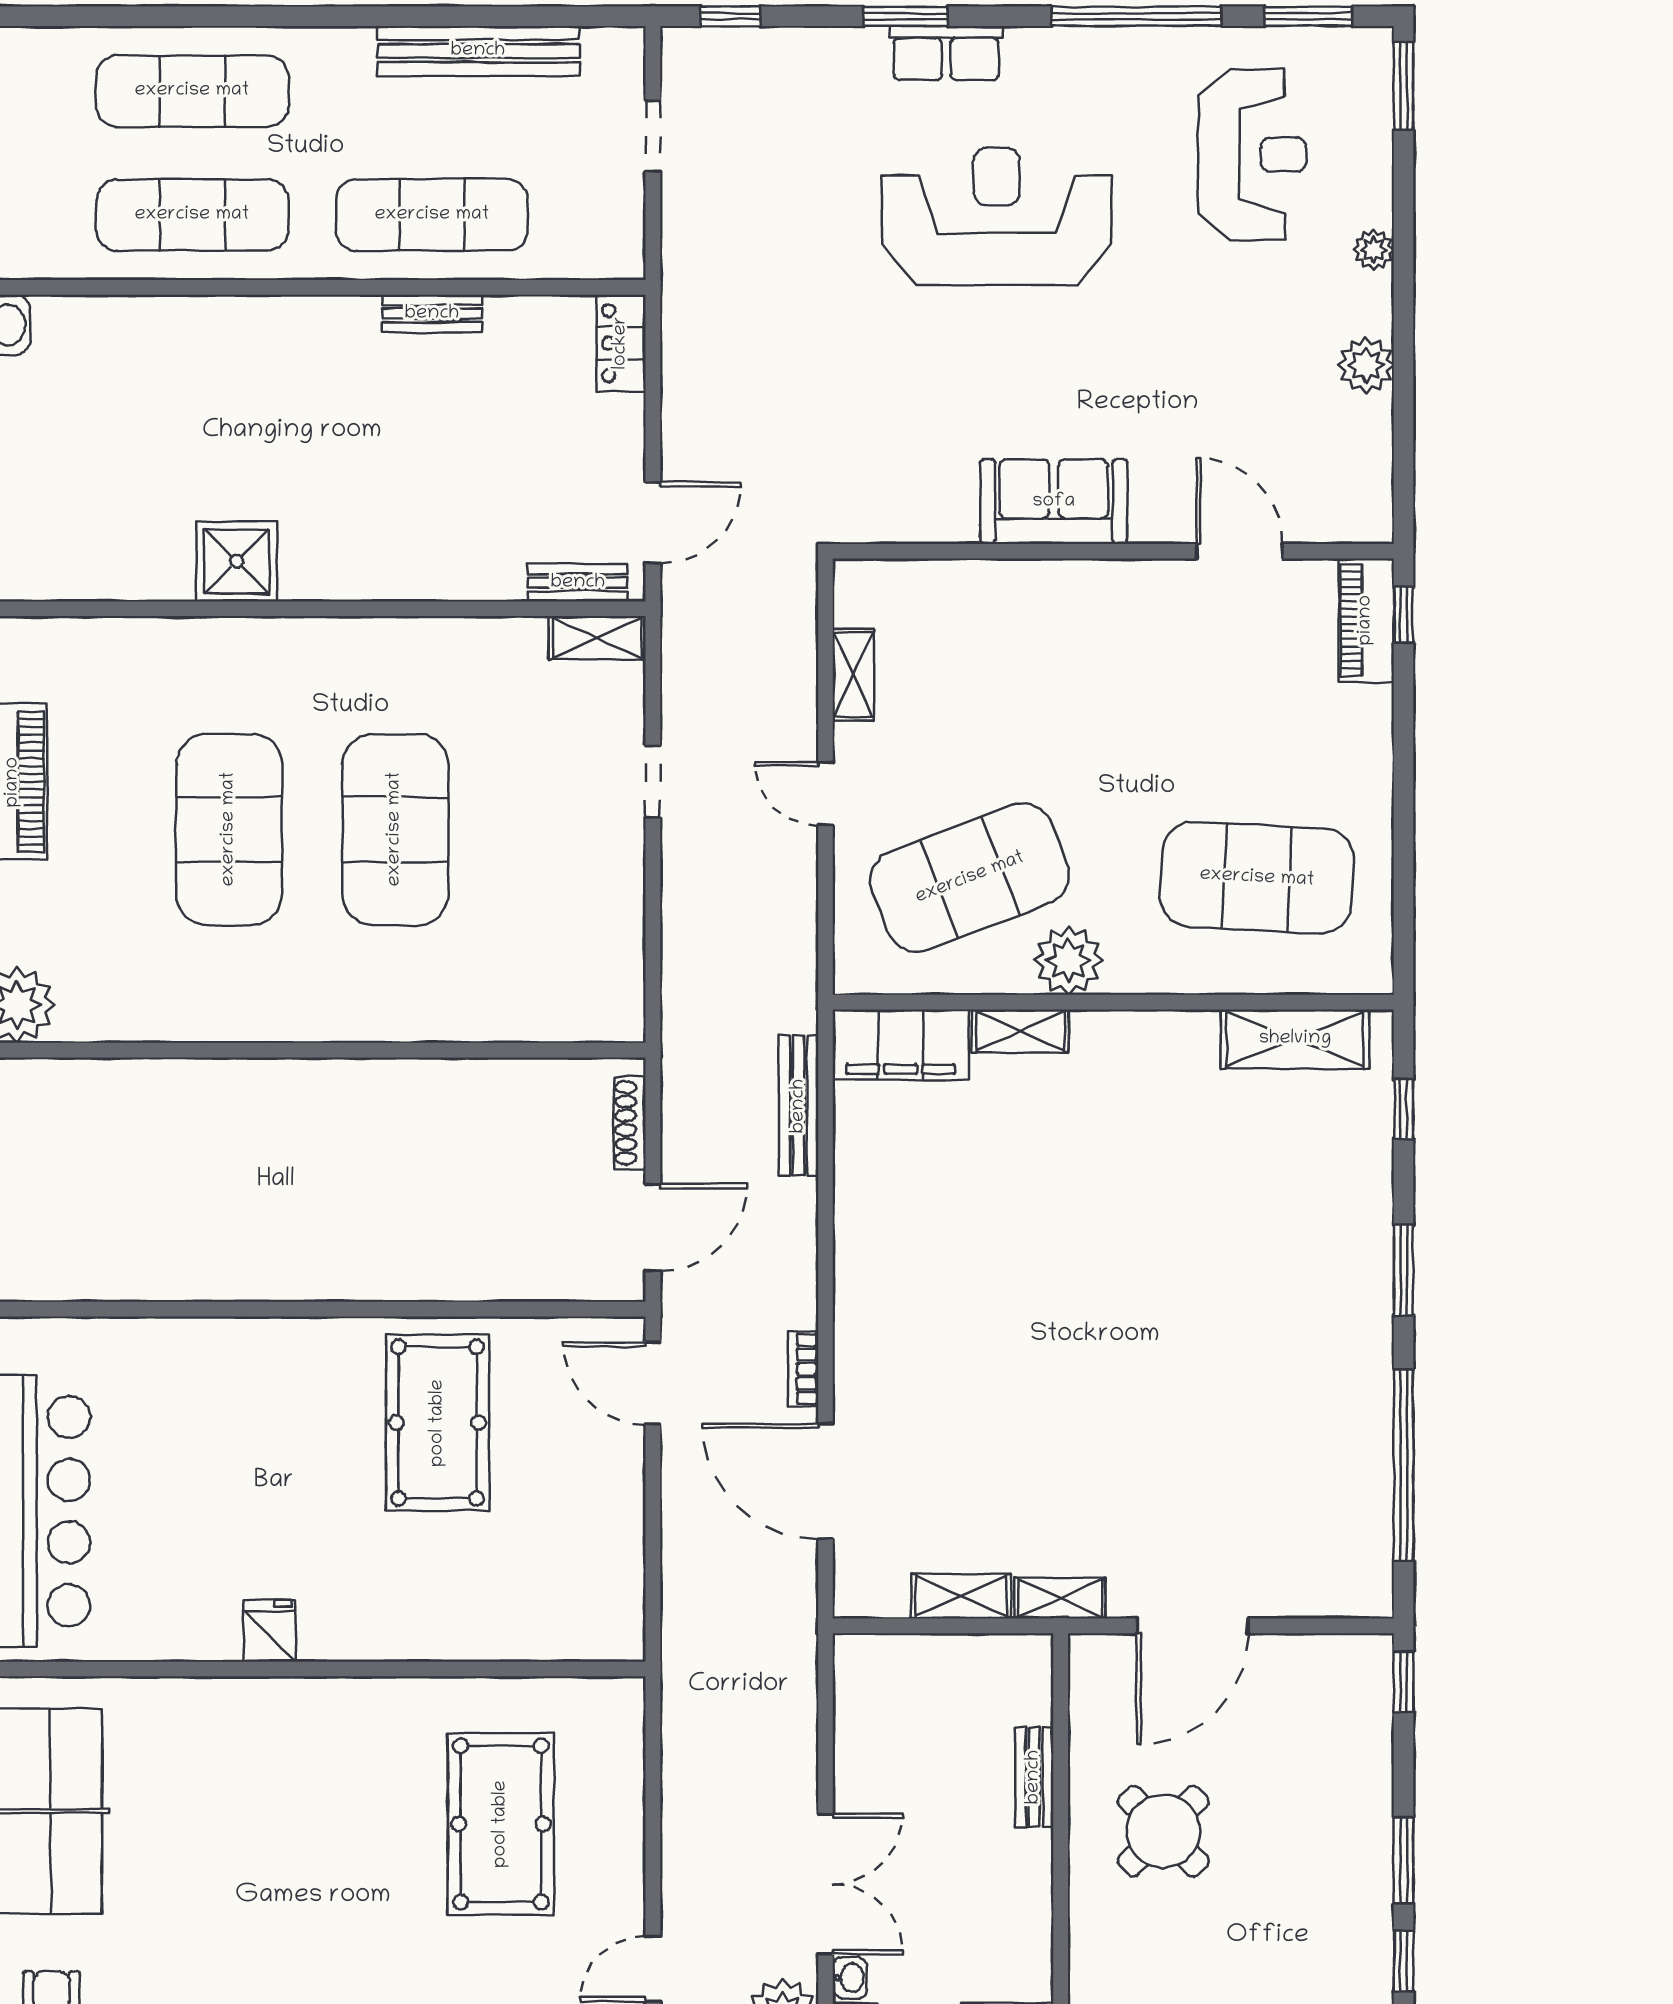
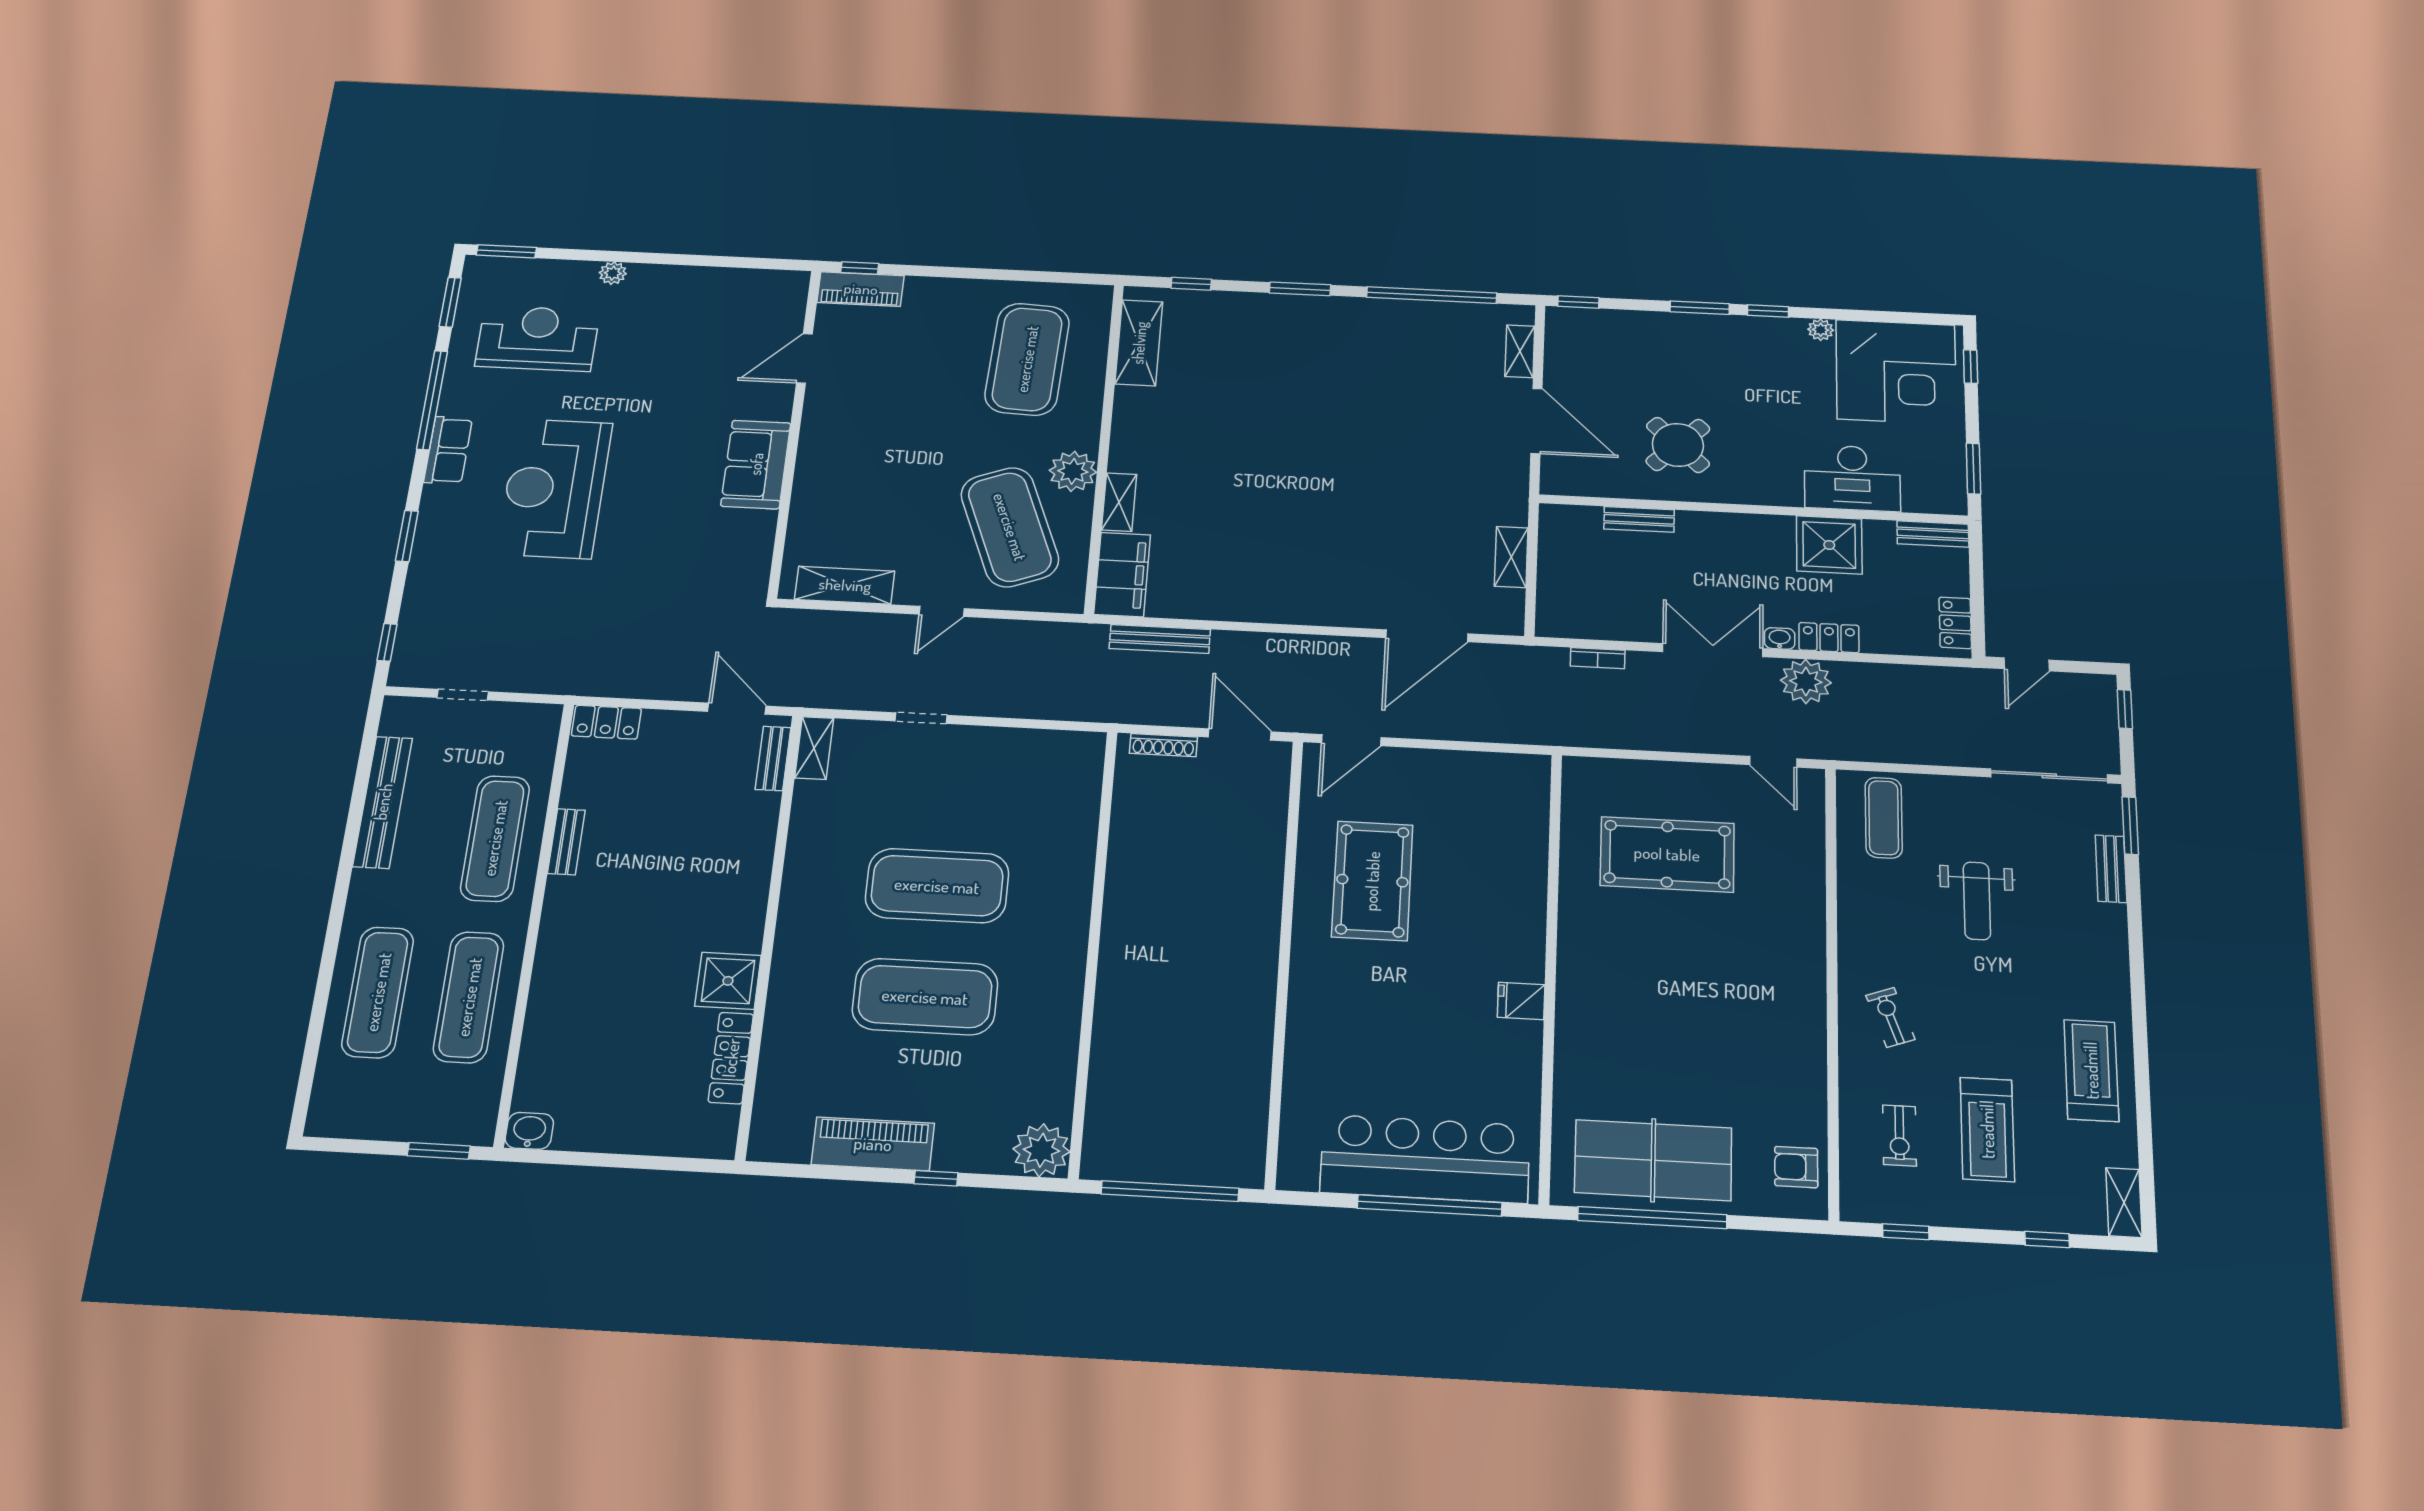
row of seats: (946, 53) -> (448, 450), moved
plant: (1366, 365) -> (689, 281), removed
locker: (124, 579) -> (731, 1058), added
shelving: (853, 675) -> (845, 585), width x1.50, depth x1.33
bookcase: (803, 1369) -> (1598, 658), moved
pool table: (438, 1423) -> (1372, 881), turned 90
shelving: (1060, 1598) -> (1520, 351), moved

